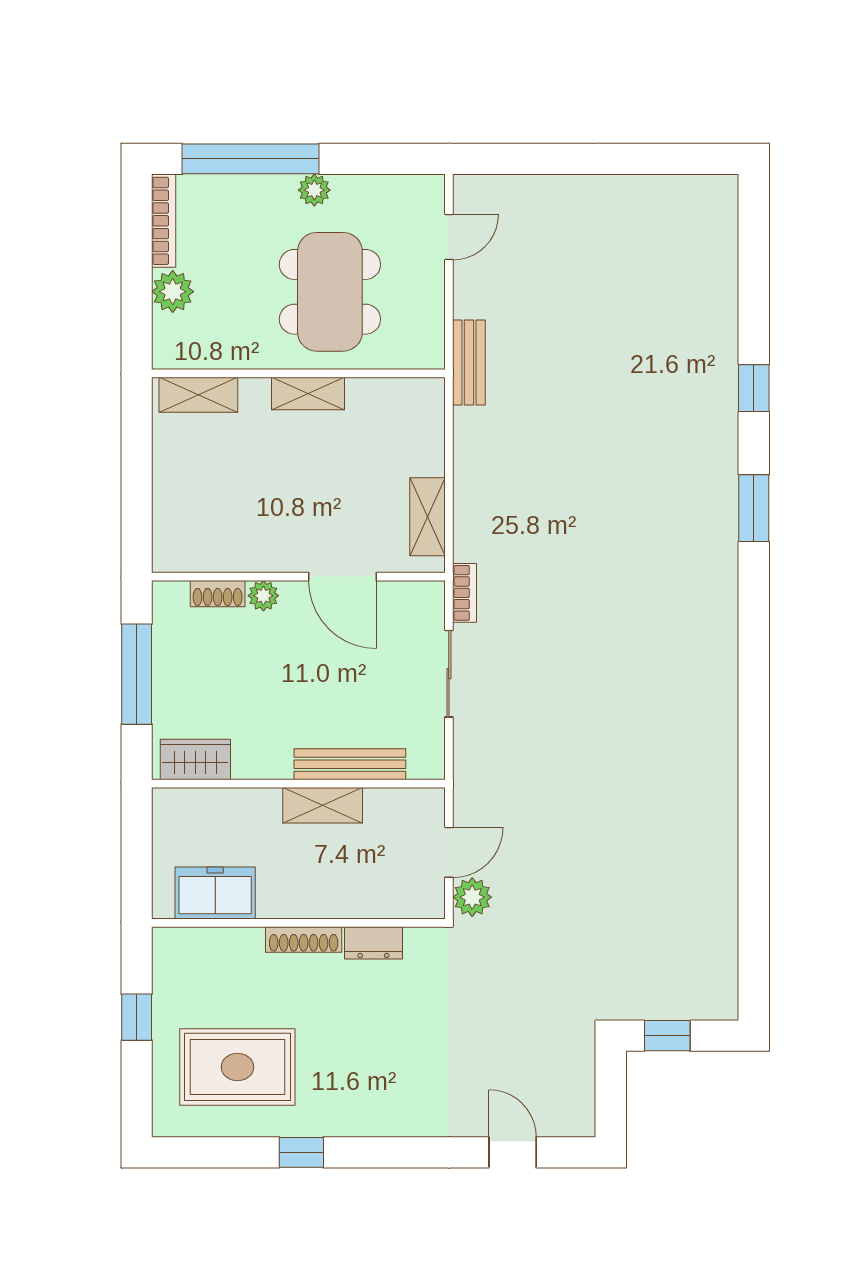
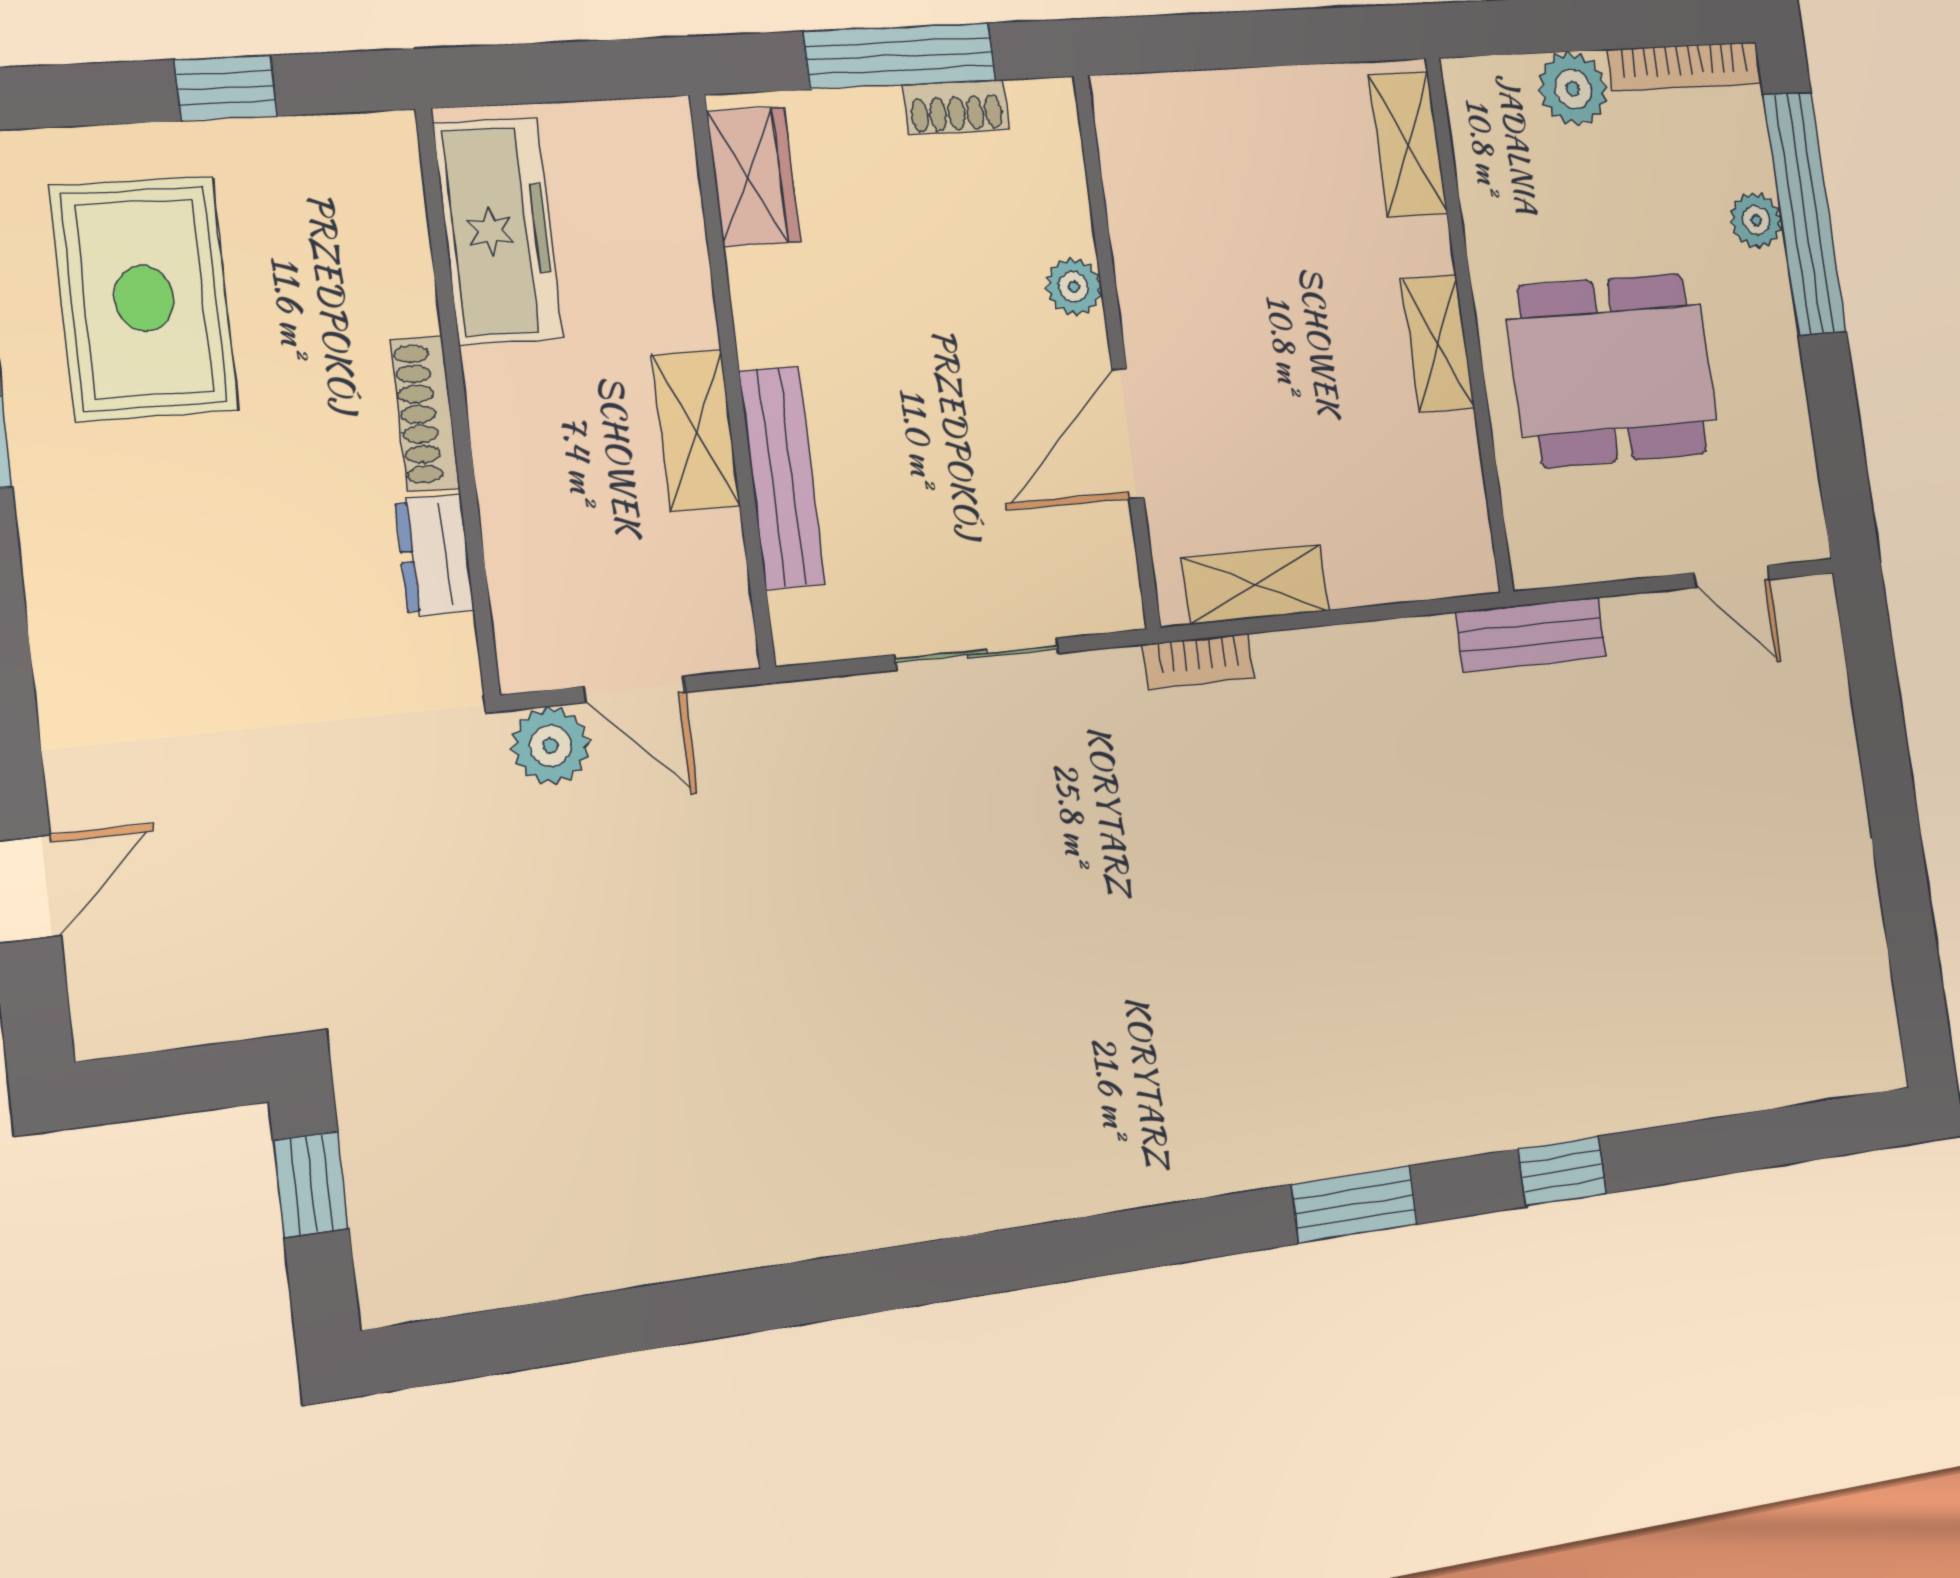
plant: (314, 190) -> (1756, 220), moved
bookcase: (465, 593) -> (1199, 661), moved
shoe rack: (218, 594) -> (956, 107), moved, turned -90
freezer: (215, 893) -> (498, 231), width x1.40

